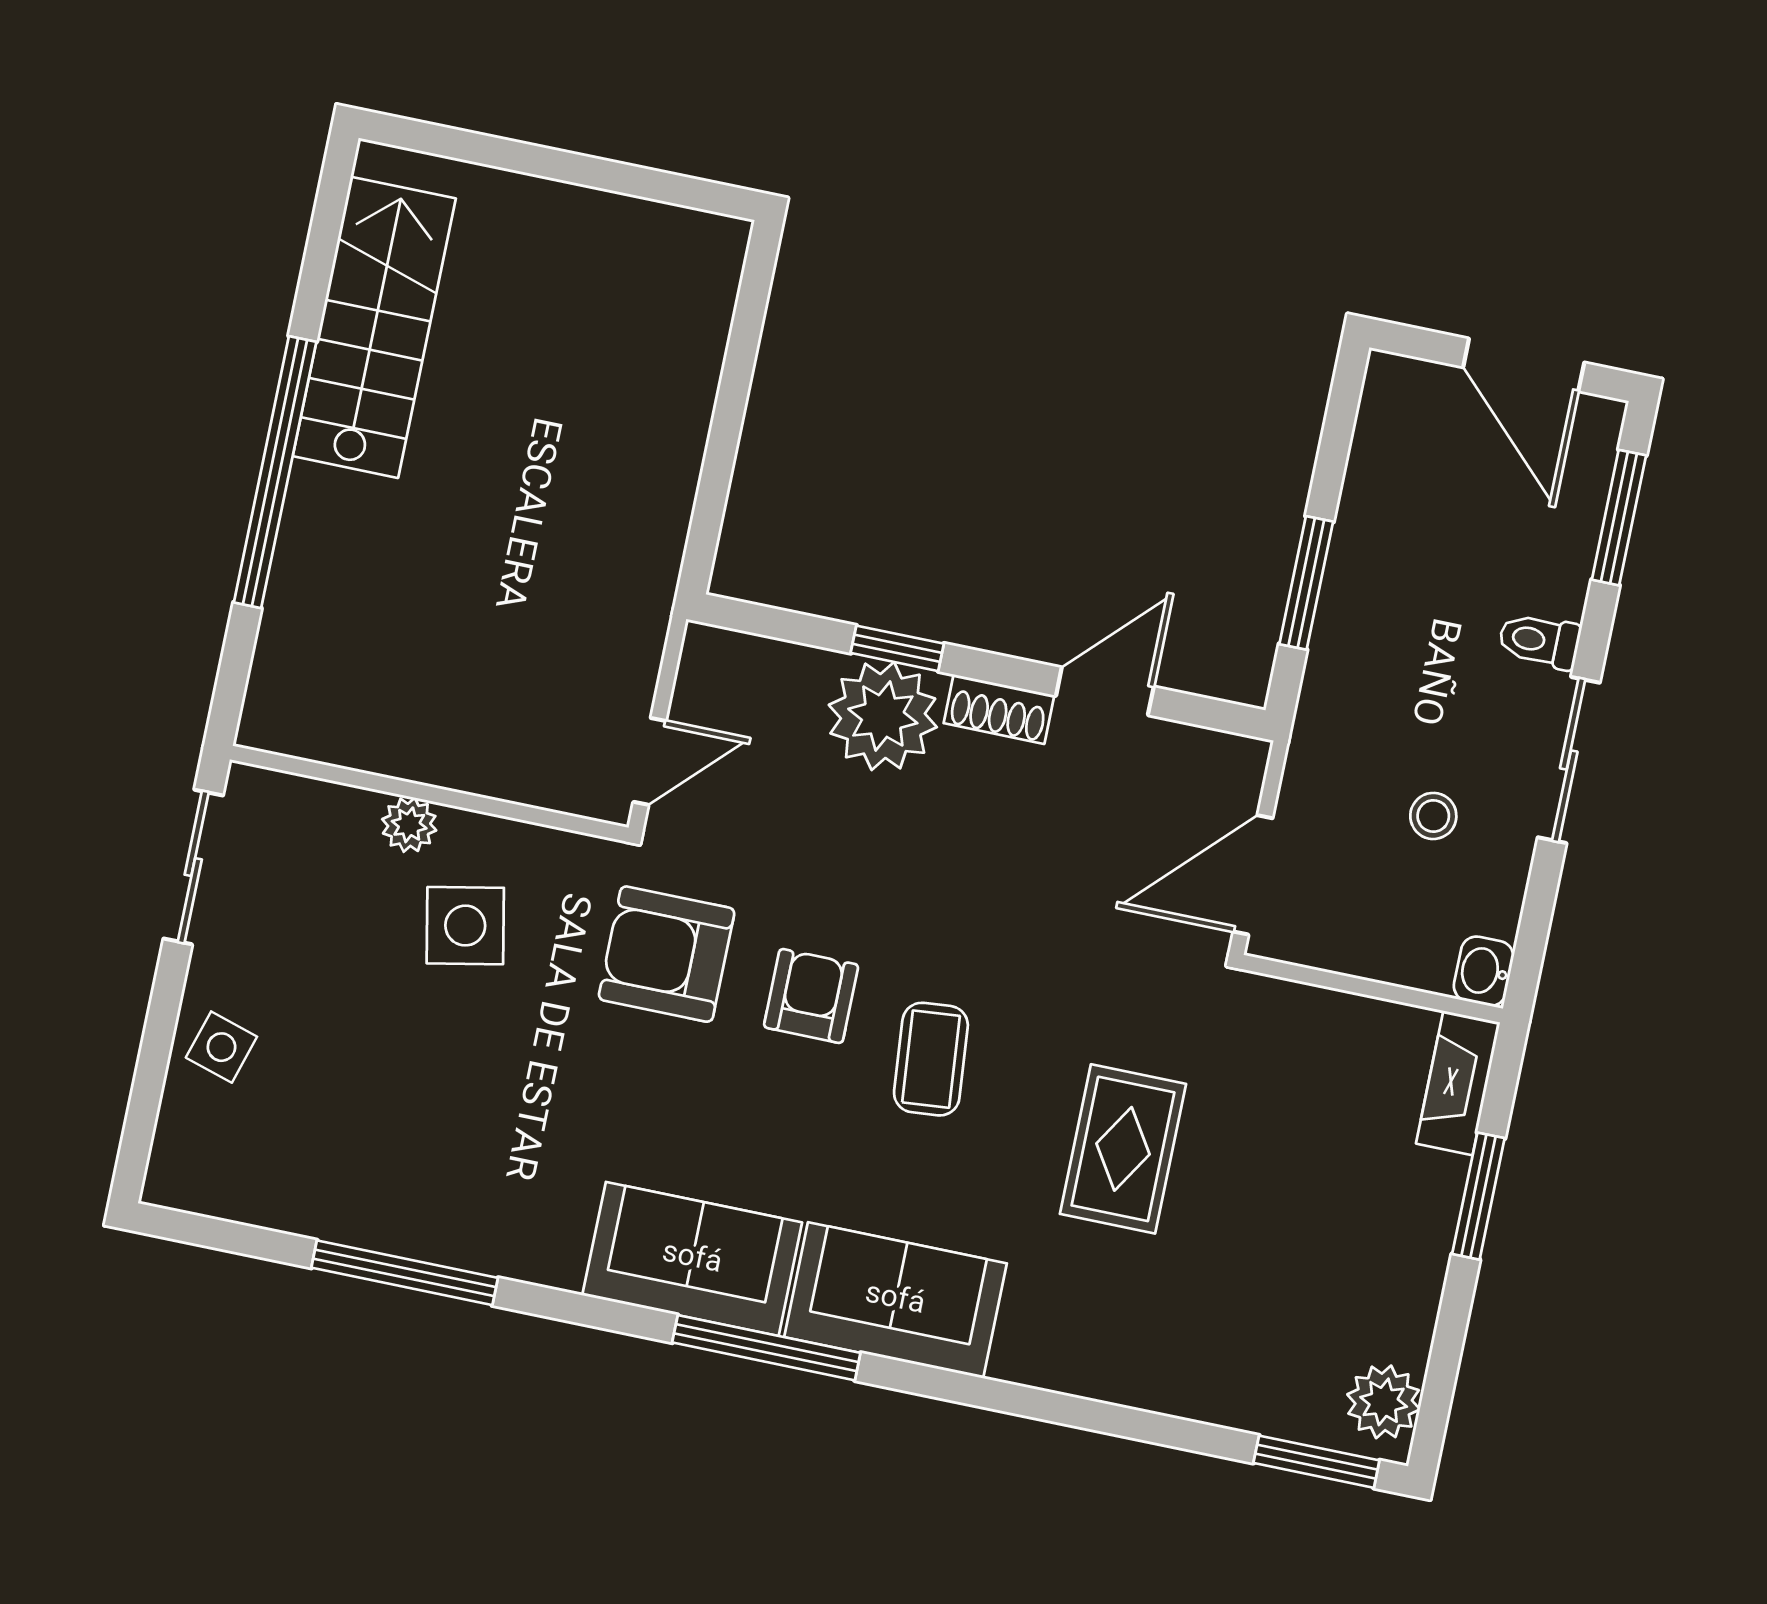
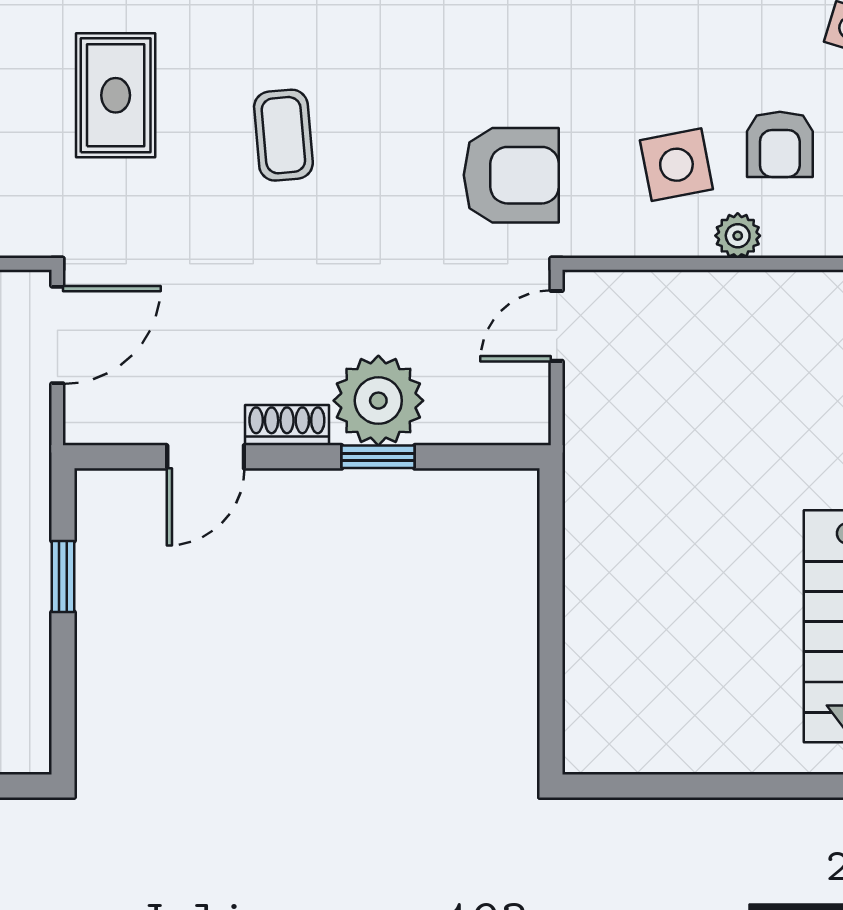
window: (1306, 583) -> (63, 576), width x0.67
armchair: (811, 996) -> (780, 144), moved

